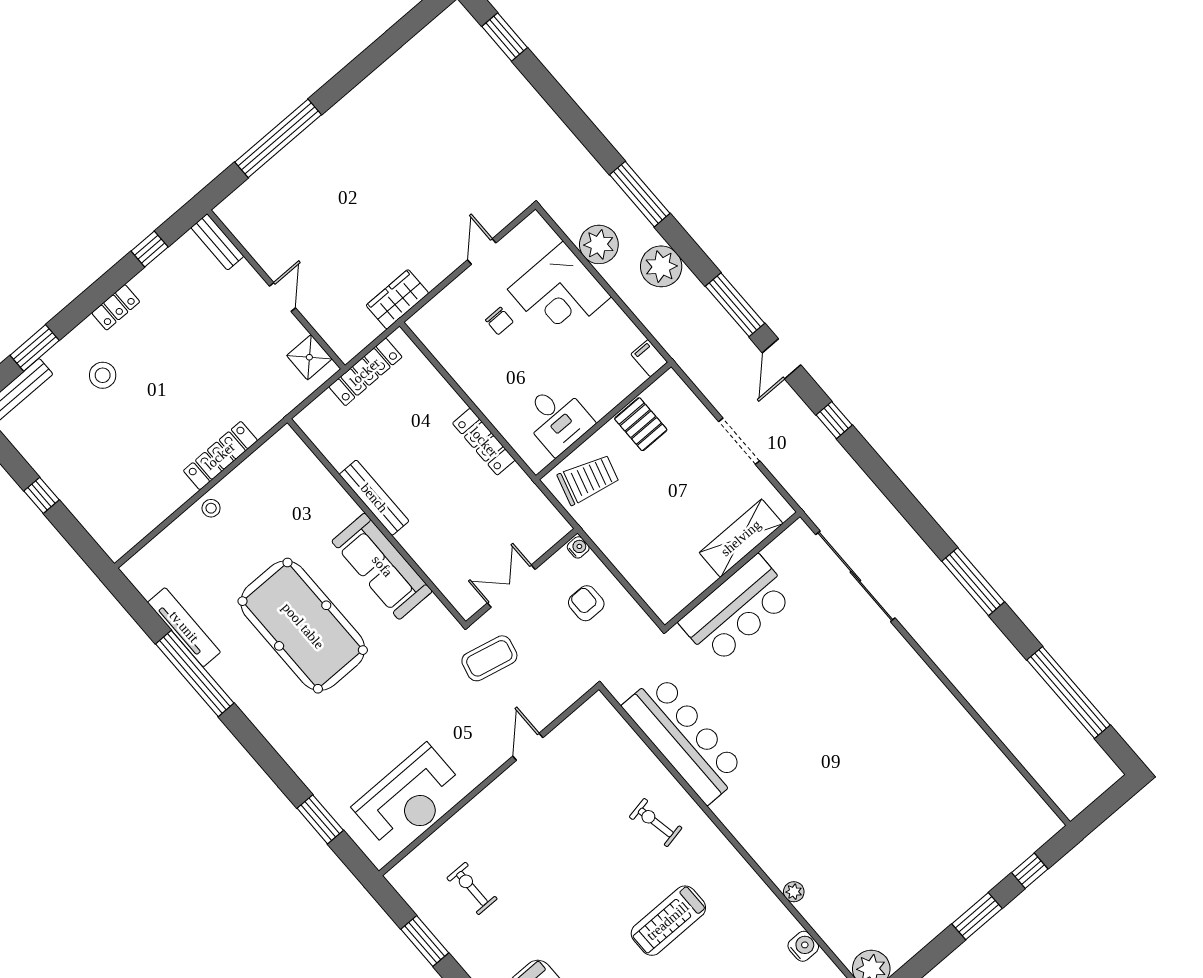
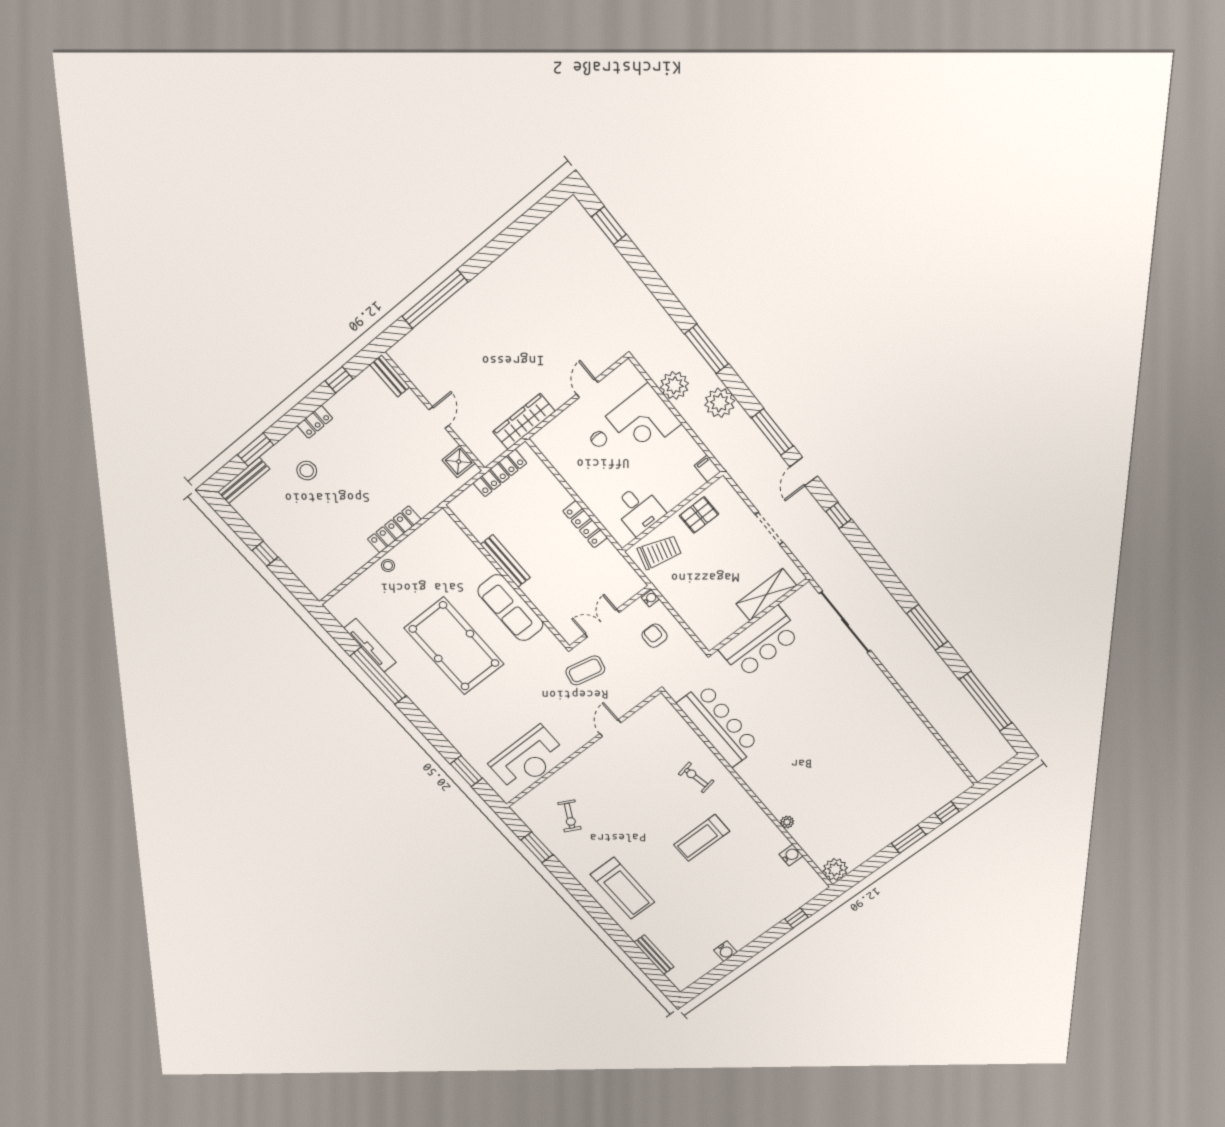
wardrobe: (397, 299) -> (524, 422), width x1.50
pallet: (641, 424) -> (699, 515), turned 90
exercise bike: (472, 888) -> (570, 816), turned -152

